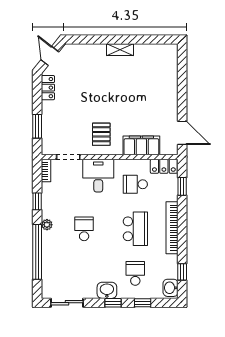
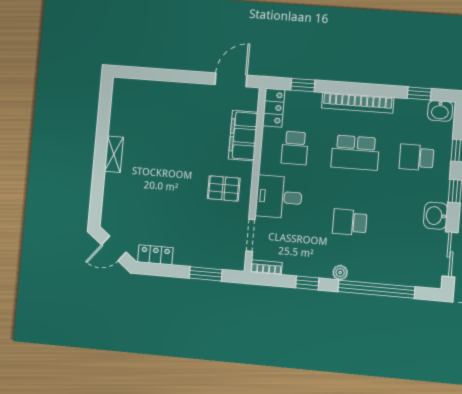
school desk: (135, 229) -> (355, 153), turned 180
washbasin: (107, 290) -> (436, 216), moved

